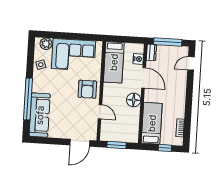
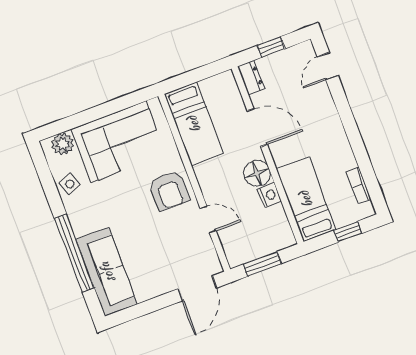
window: (168, 42) -> (271, 47), width x0.46
nightstand: (138, 59) -> (269, 195), moved

